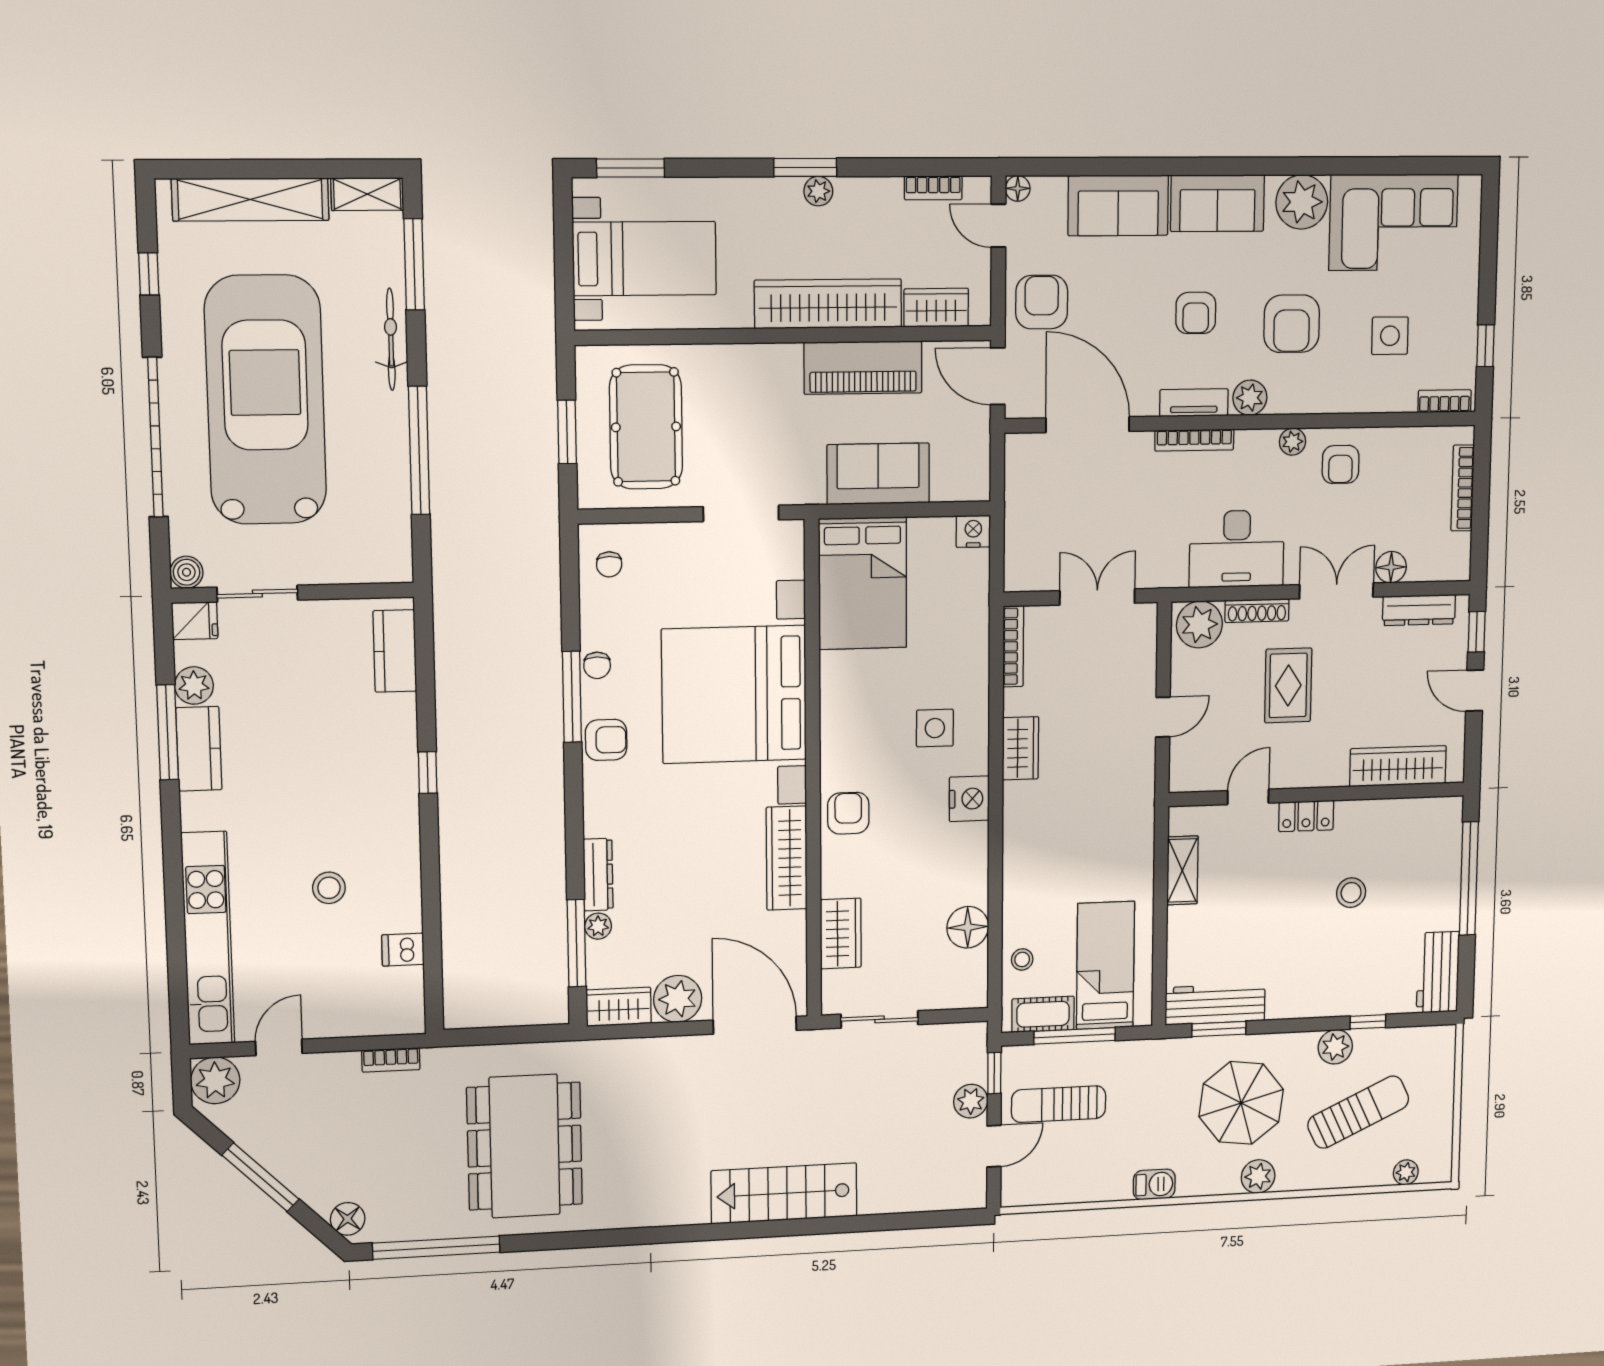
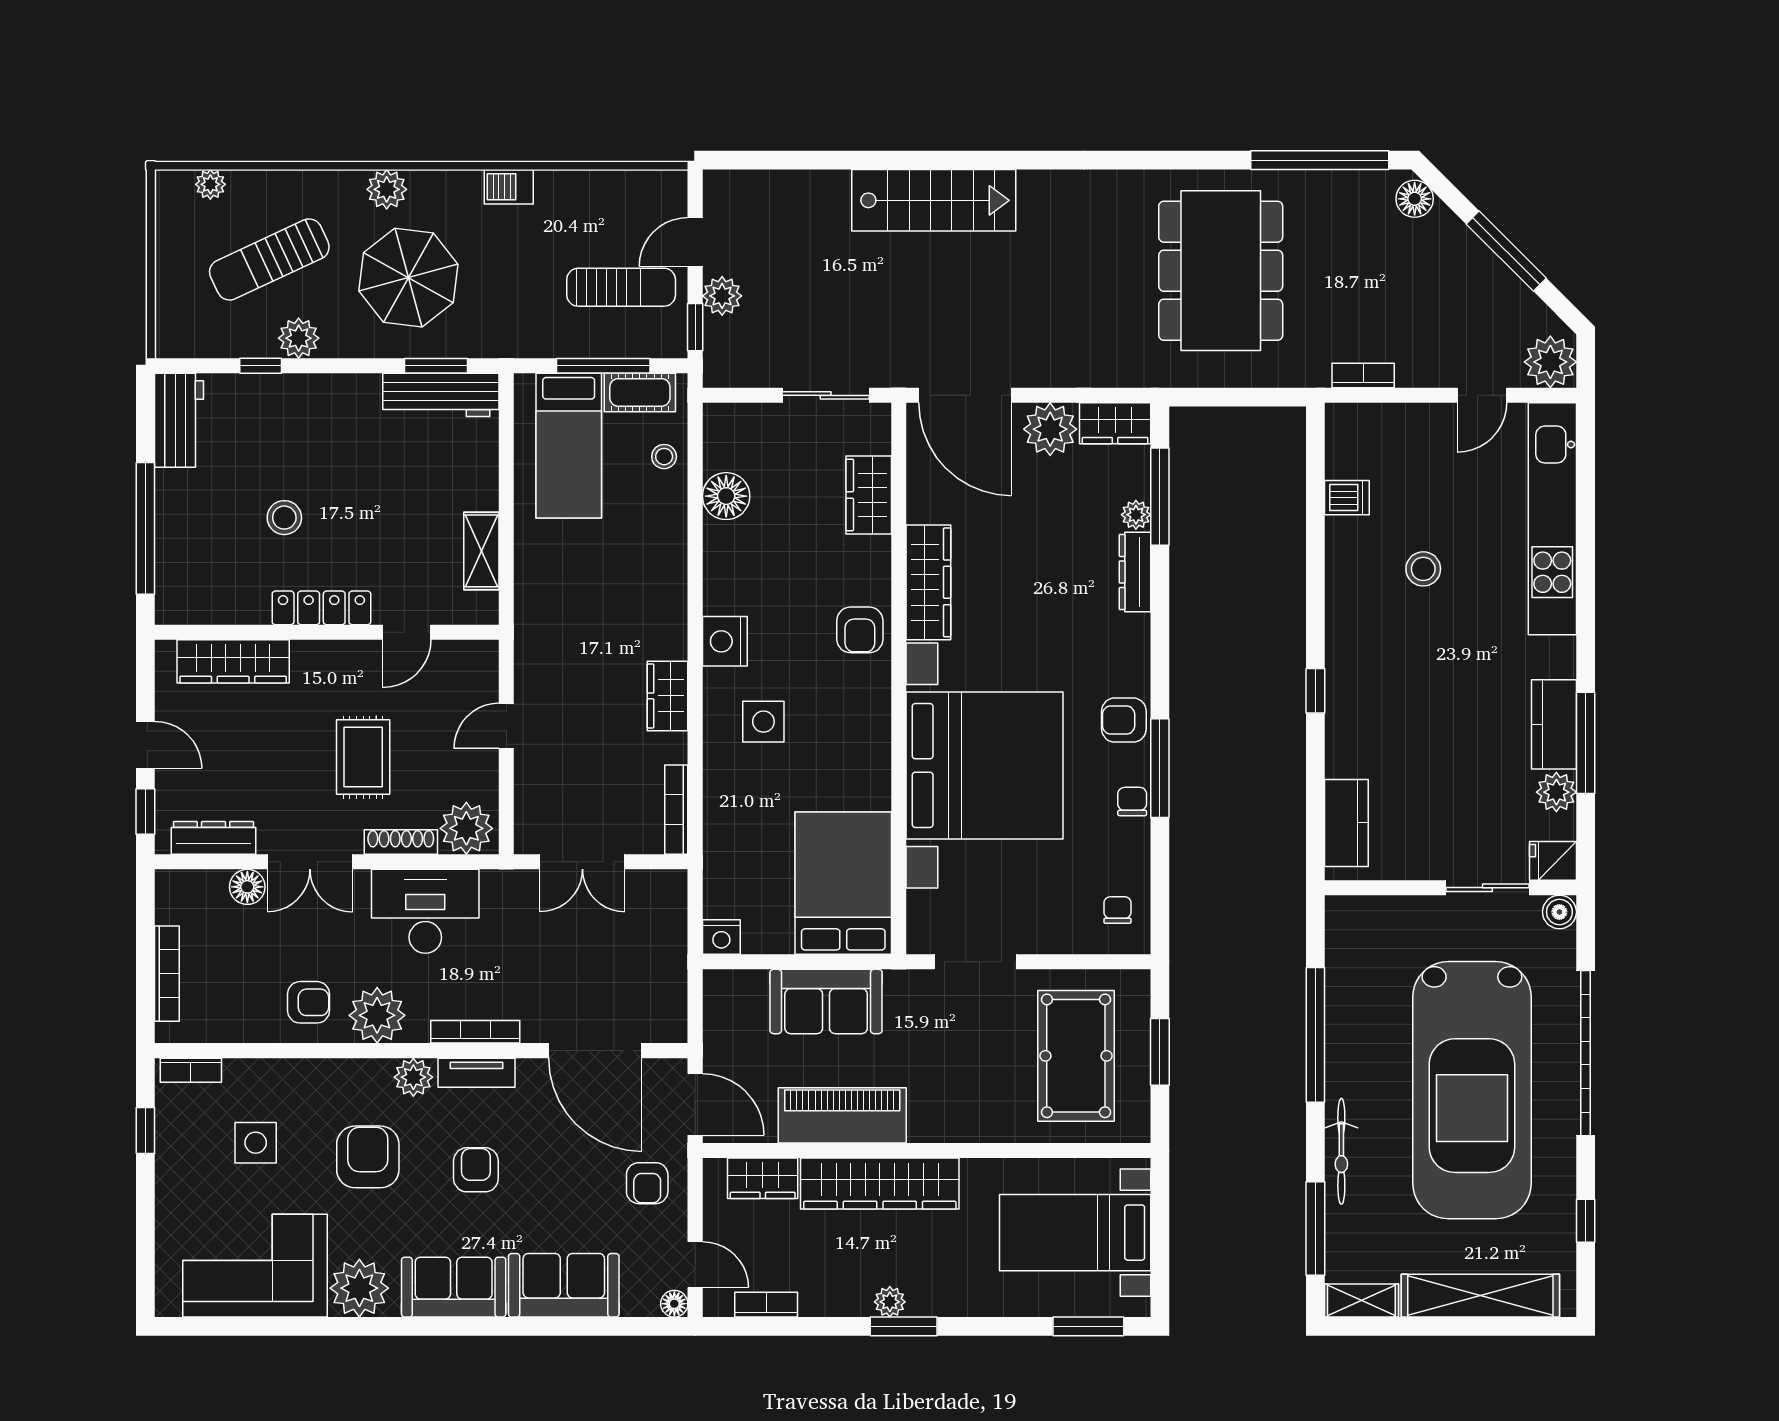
armchair: (1042, 302) -> (647, 1183), width x0.72, depth x0.72
plant: (1292, 442) -> (377, 1015), width x1.87, depth x1.87
armchair: (1341, 464) -> (309, 1002), turned 90
locker: (1306, 816) -> (321, 608), width x1.53

